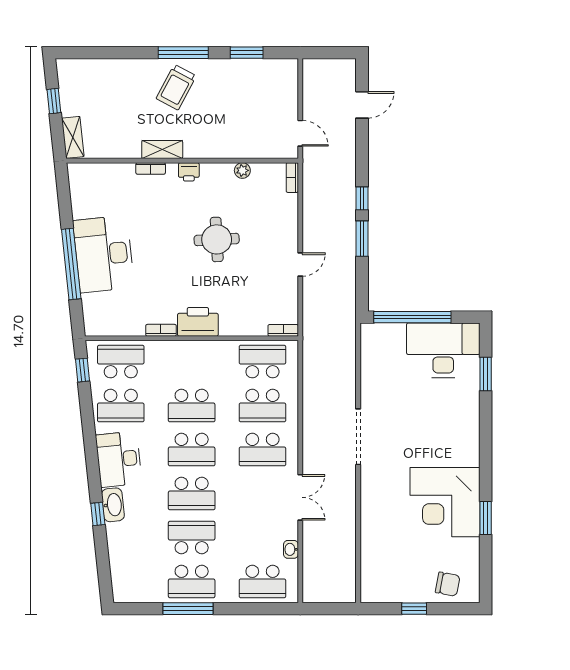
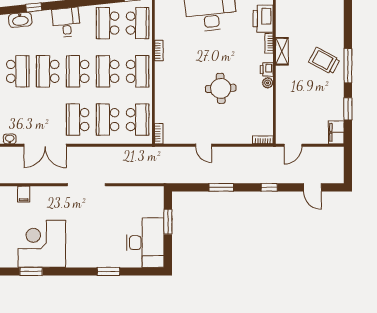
filing cabinet: (281, 70) -> (336, 132), added
plant: (242, 170) -> (268, 83), moved
window: (362, 198) -> (269, 187), moved
window: (412, 317) -> (168, 222), width x0.47
printer: (198, 322) -> (263, 19), moved, turned 180
school desk: (192, 362) -> (138, 71), added
window: (486, 374) -> (108, 271), moved
desk: (119, 459) -> (66, 22), width x0.73
double door: (300, 497) -> (45, 145), width x1.37
washbasin: (113, 505) -> (20, 20), moved
filing cabinet: (372, 529) -> (24, 194), added

